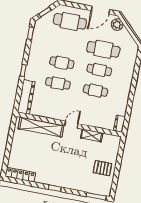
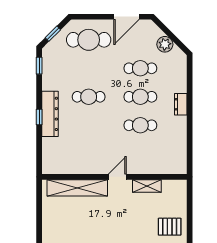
plant: (117, 25) -> (165, 44), moved
cafe table: (103, 49) -> (140, 68), width x0.73, depth x0.74
cafe table: (58, 83) -> (89, 125), removed
dresser: (26, 97) -> (50, 114), moved
dresser: (119, 124) -> (181, 104), moved

